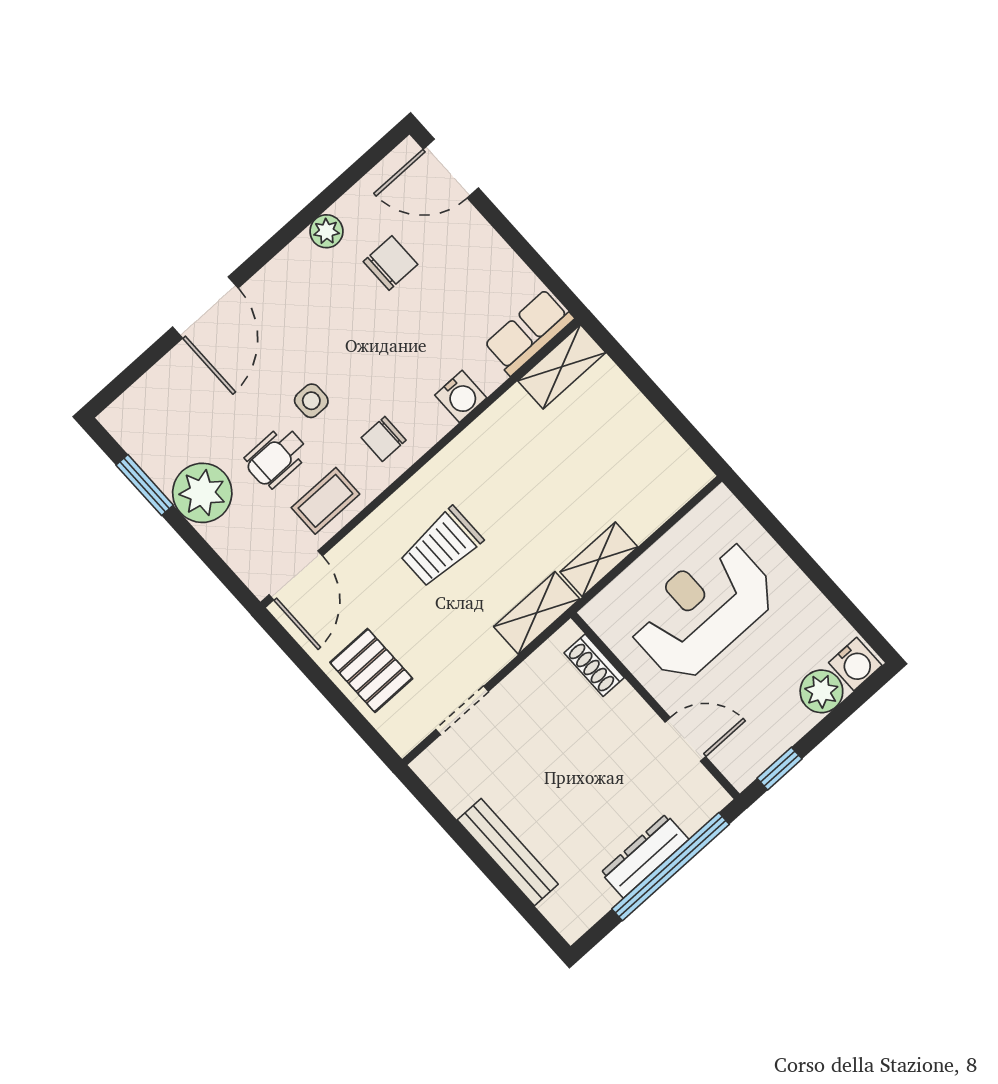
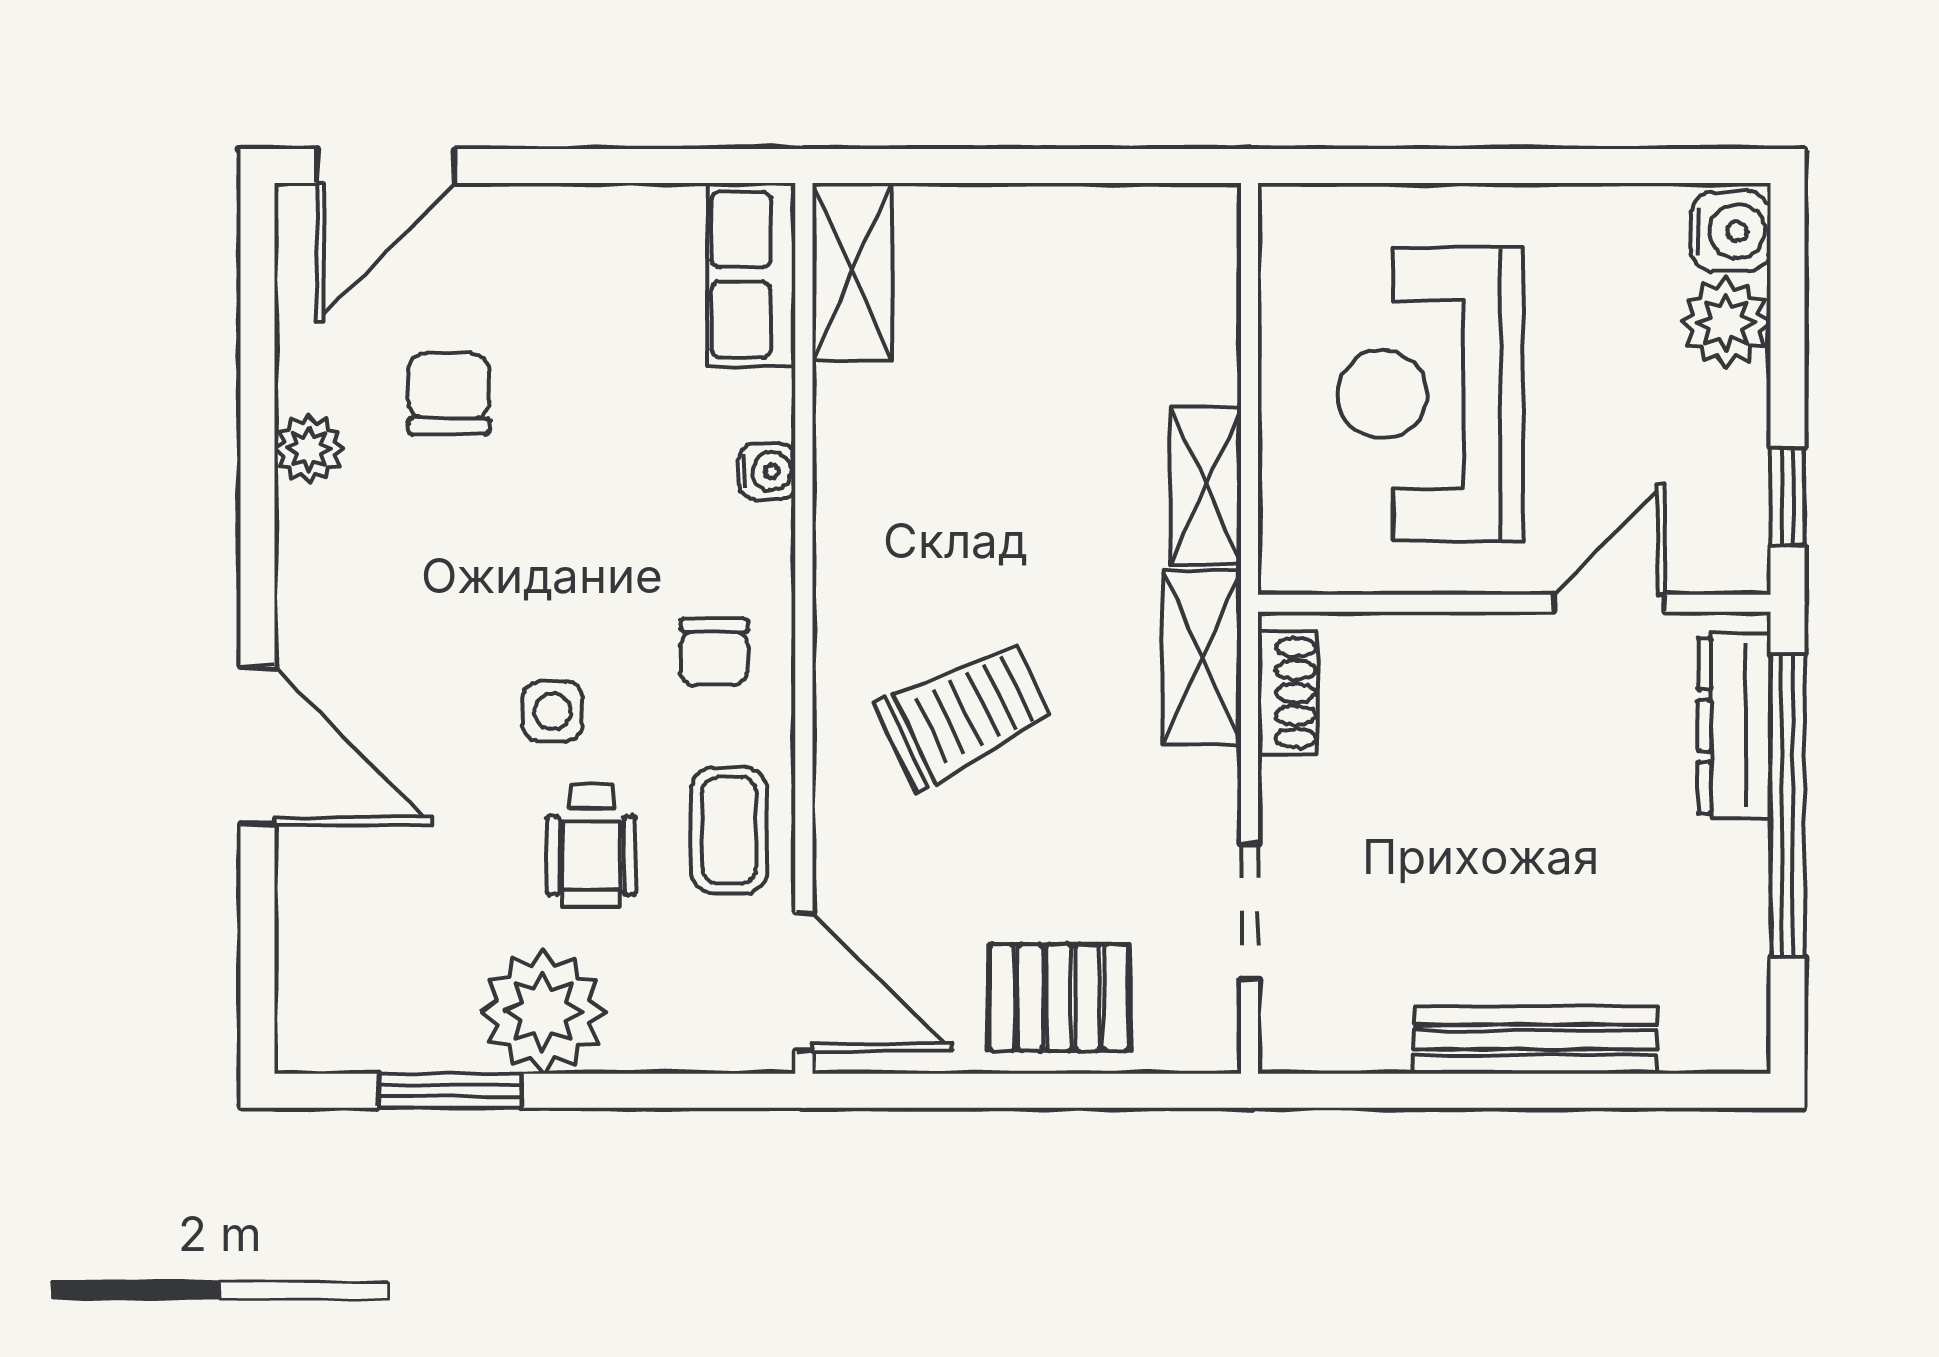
water cooler: (461, 396) -> (767, 471), width x0.72, depth x0.72
trolley: (441, 547) -> (965, 714), turned -116
shoe rack: (594, 665) -> (1288, 693), moved, turned -90
dresser: (645, 856) -> (1734, 726), moved

